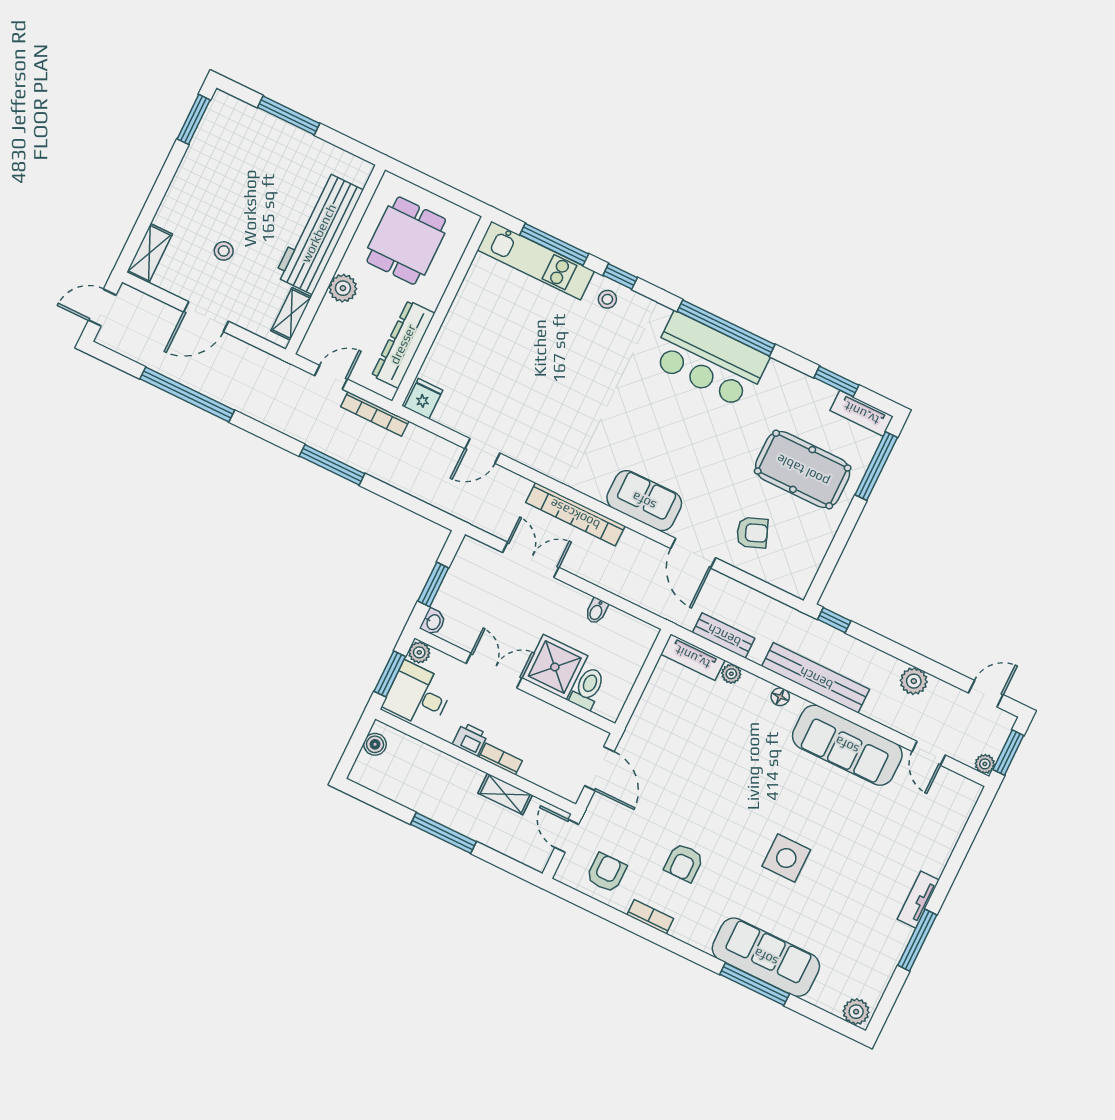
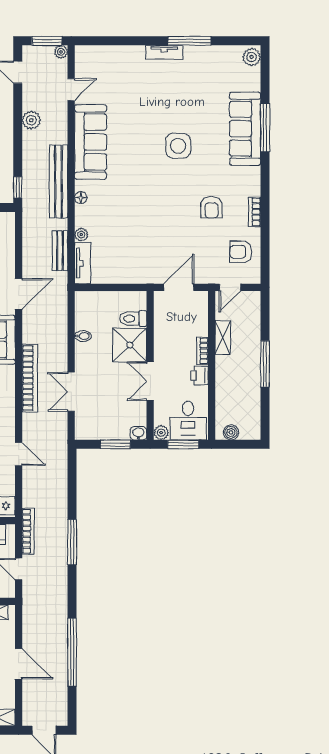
armchair: (684, 863) -> (211, 207), turned 90

